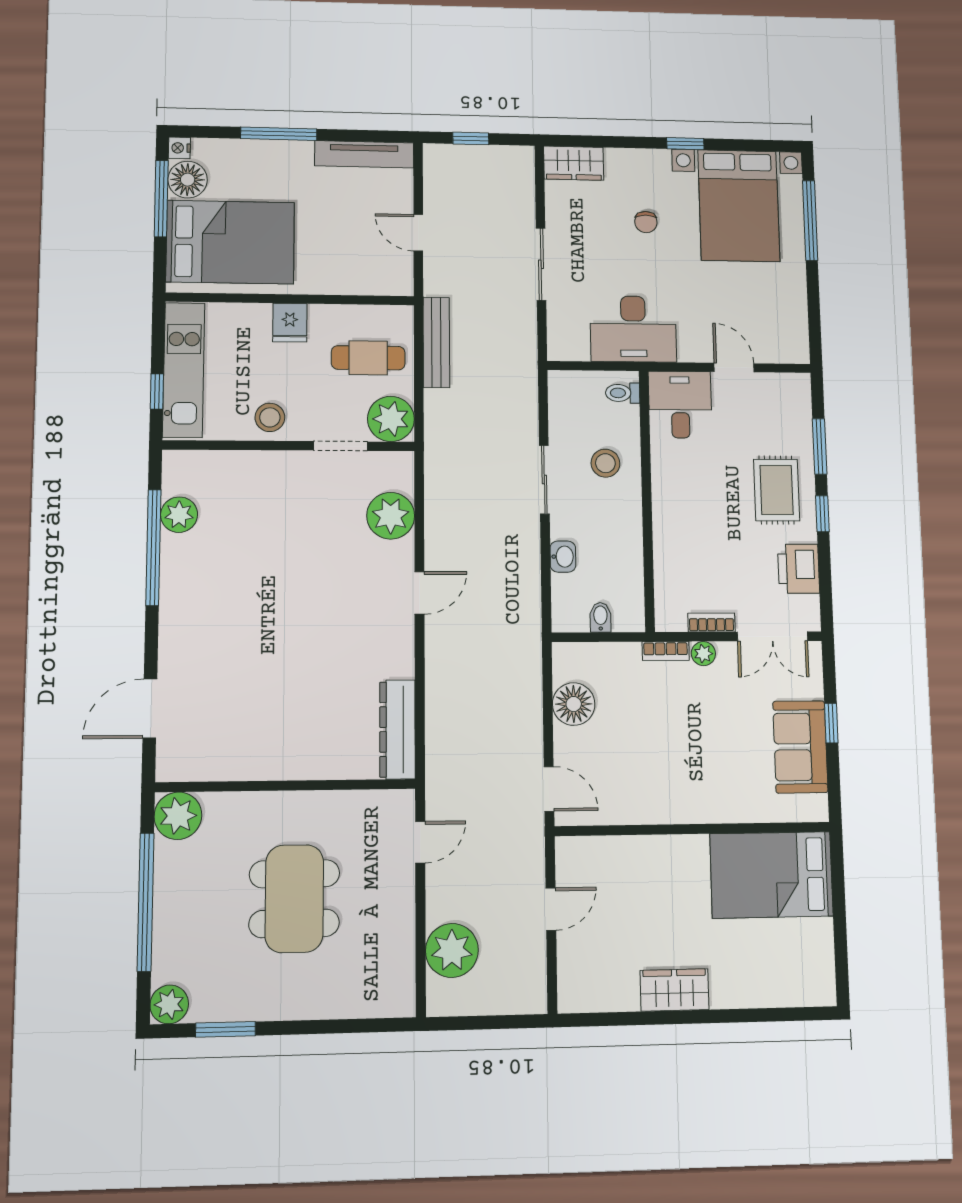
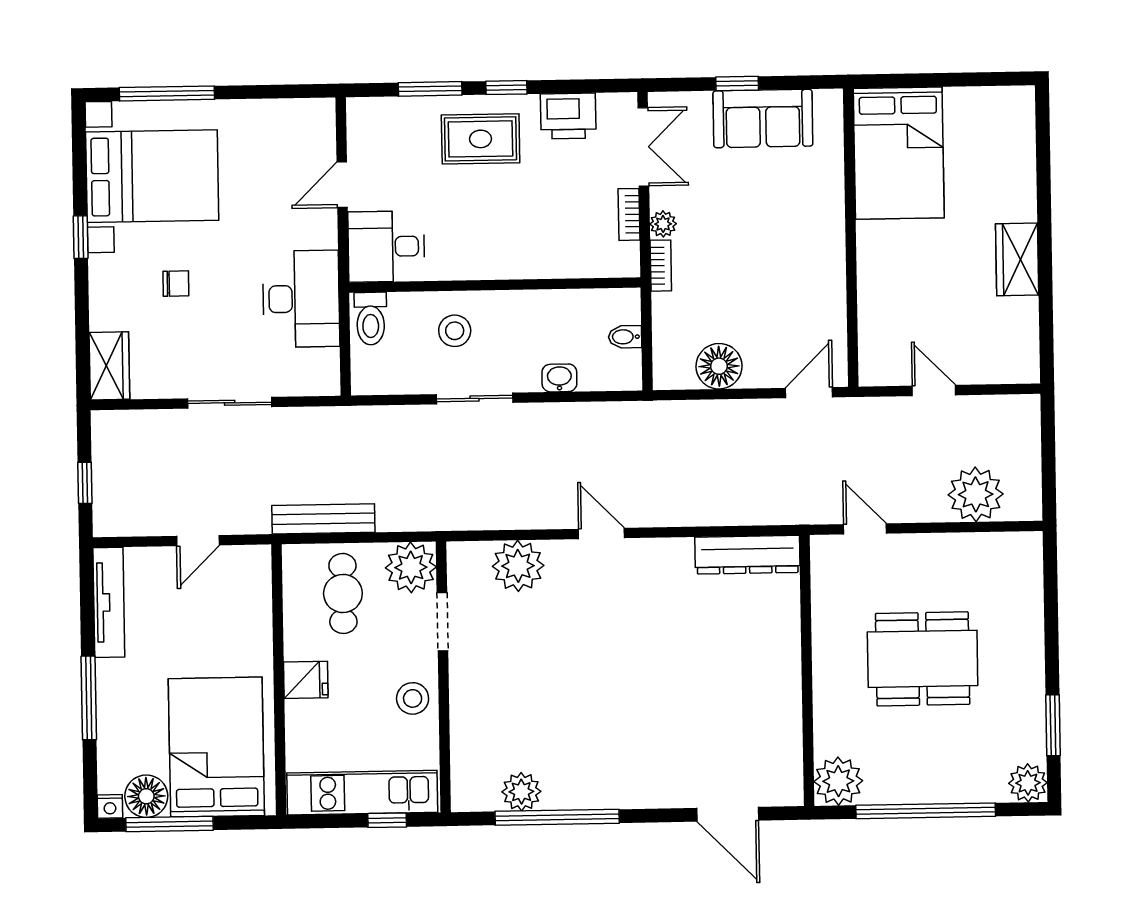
toilet: (623, 393) -> (371, 319), width x1.37, depth x1.39

